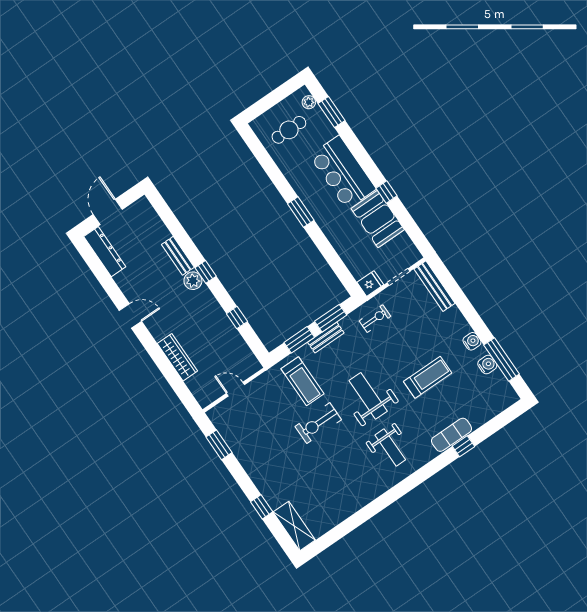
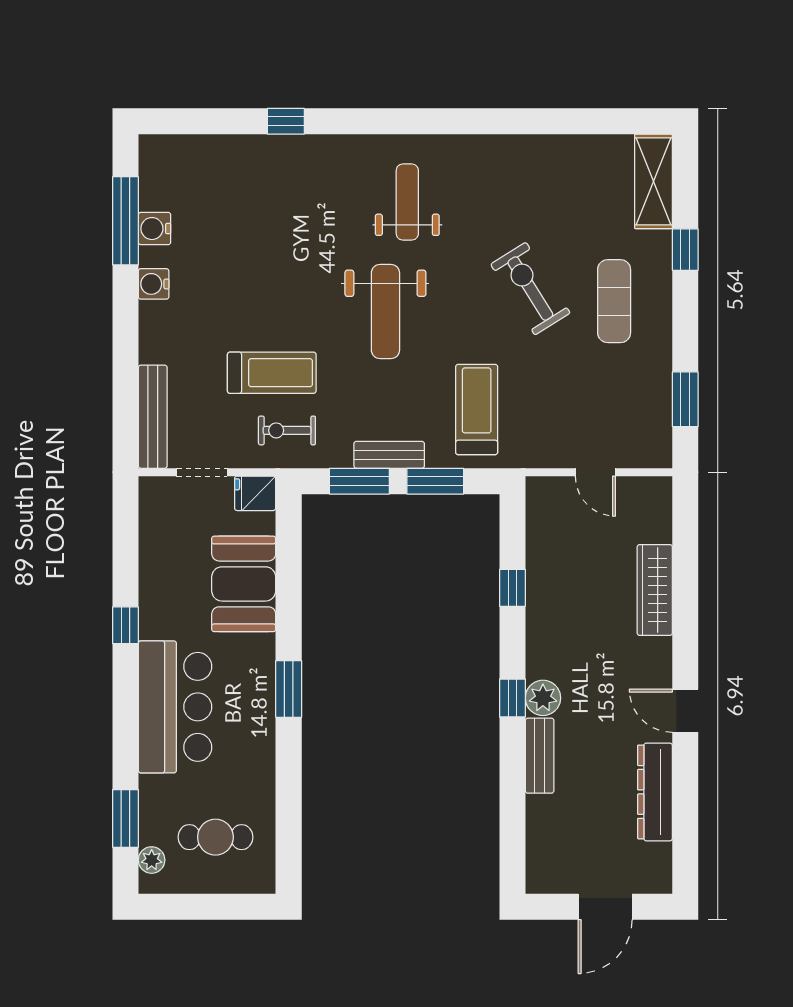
booth: (378, 219) -> (244, 584), moved
dresser: (105, 252) -> (655, 792), moved
treadmill: (428, 377) -> (272, 373), moved, turned 180
exercise bike: (318, 423) -> (530, 289), moved, turned -122
exercise mat: (452, 435) -> (614, 301), moved, turned 90

